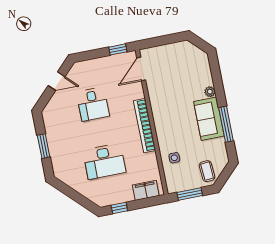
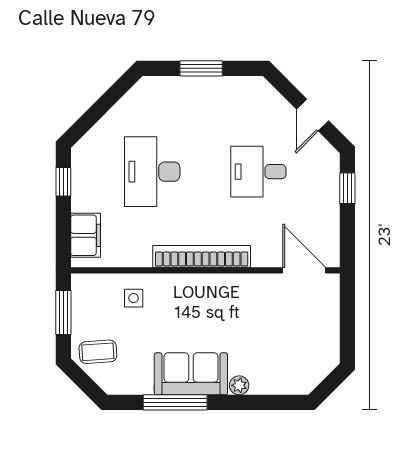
window: (118, 49) -> (347, 188), moved

